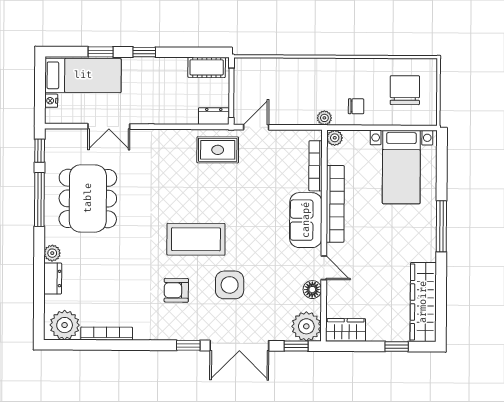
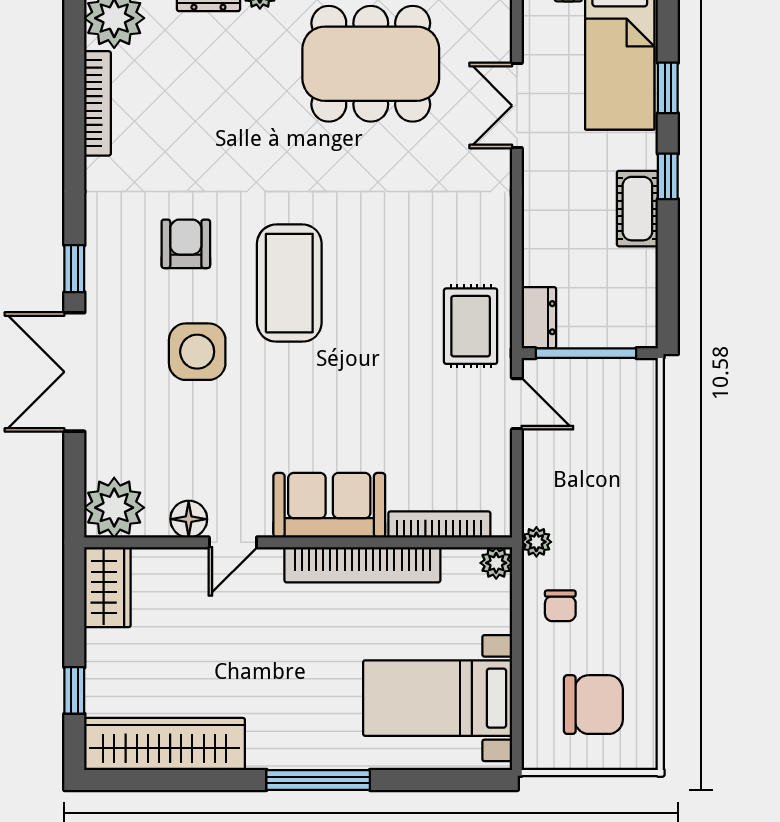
cot: (207, 67) -> (637, 209), moved
window: (296, 346) -> (74, 487), removed

